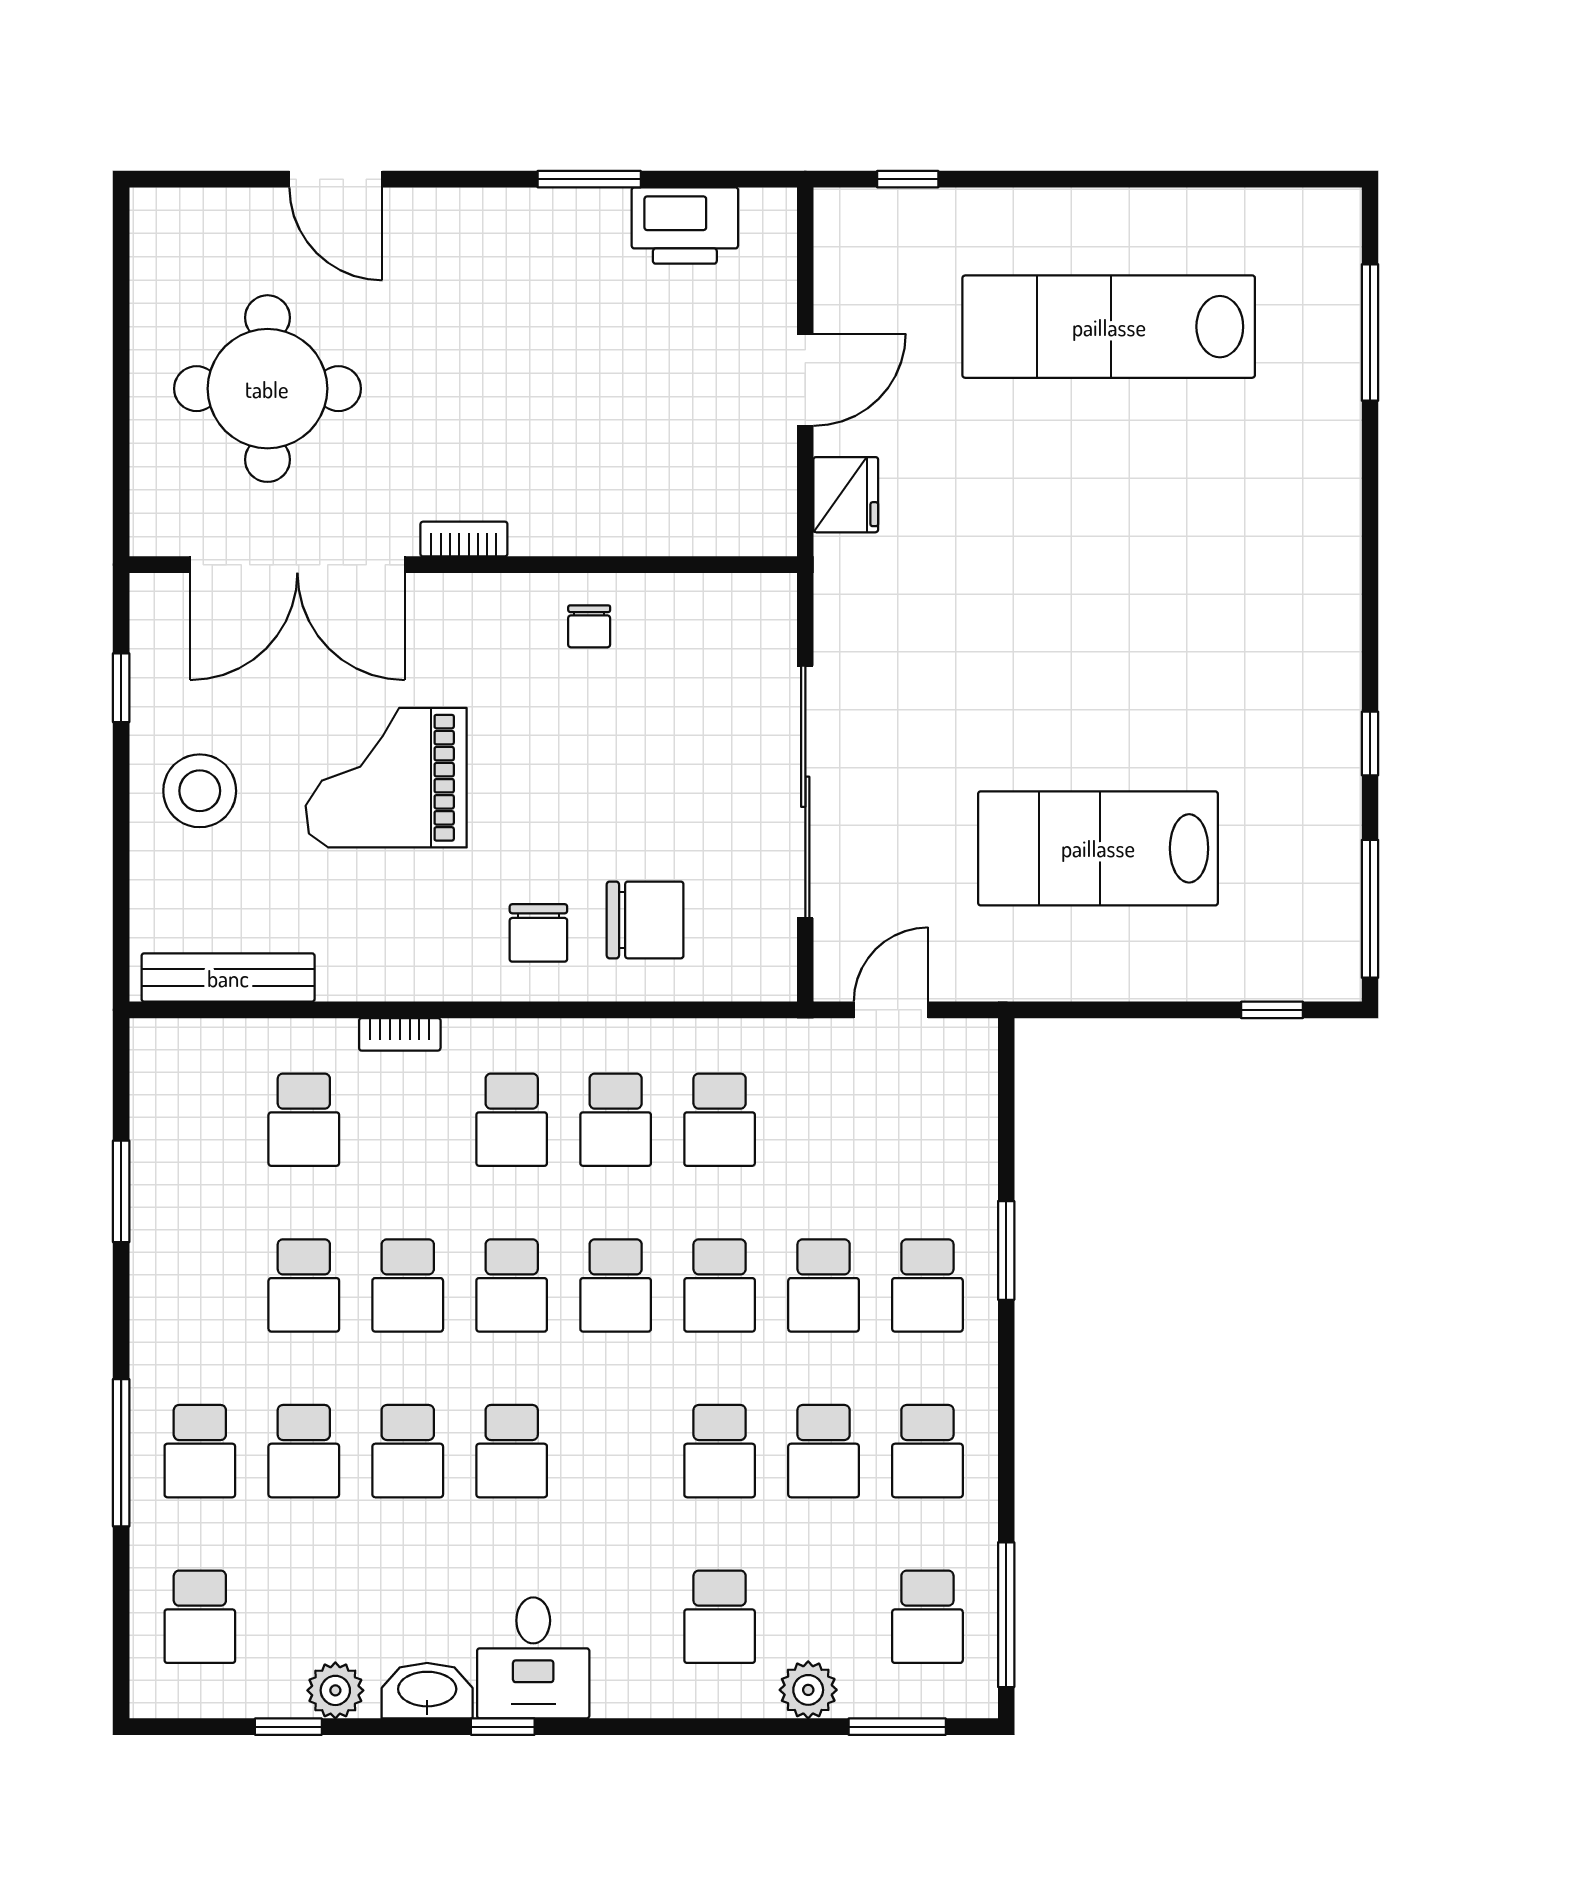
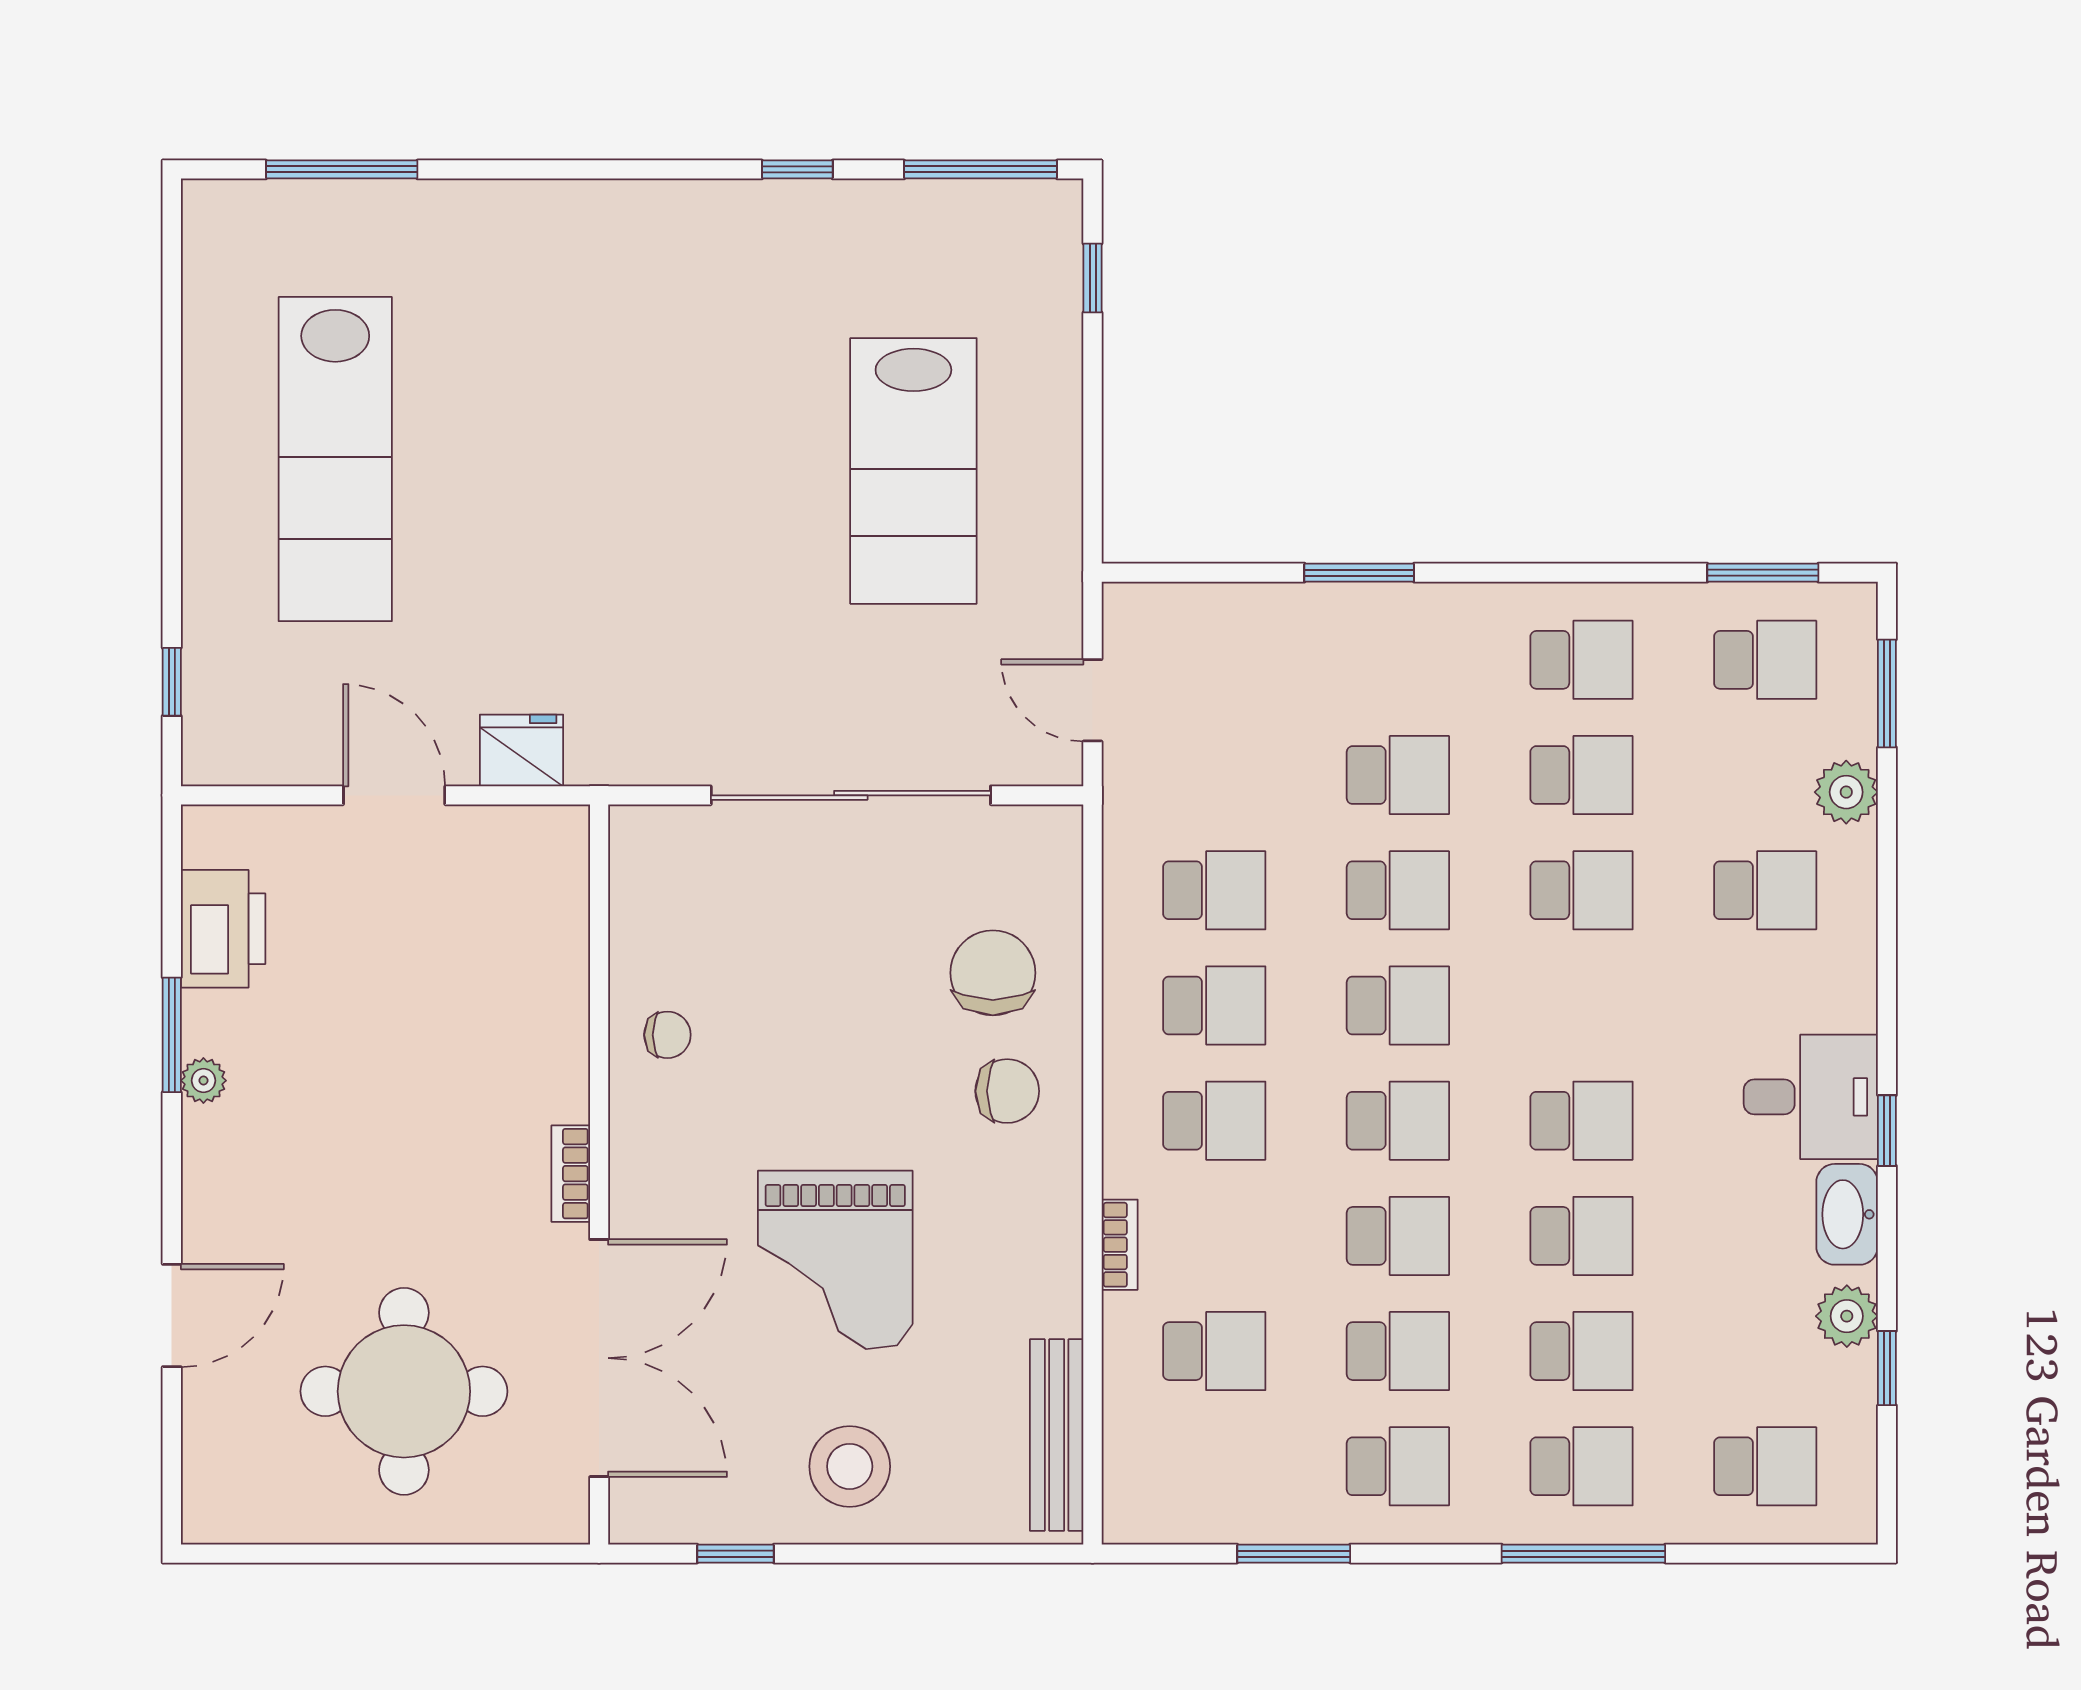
plant: (548, 208) -> (203, 1081), added
school desk: (927, 1285) -> (1398, 1466), moved
window: (1006, 1615) -> (1763, 573), width x0.69

